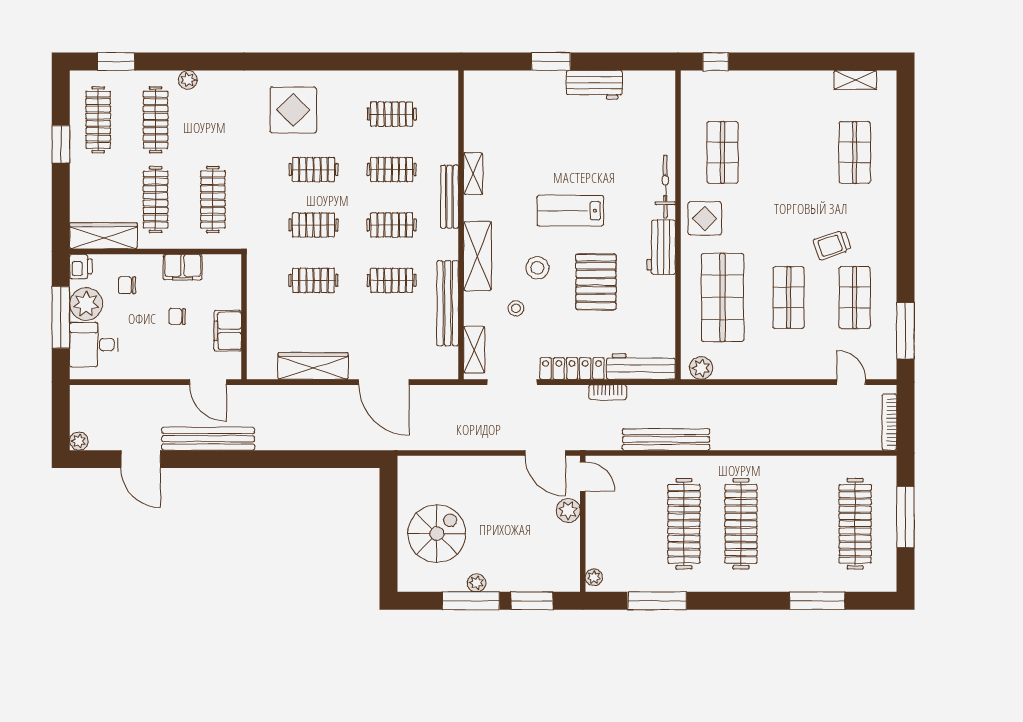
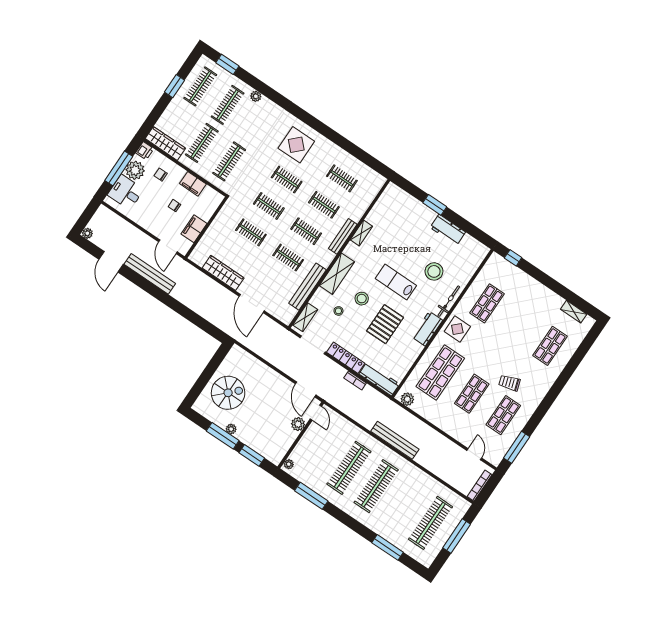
stool: (615, 158) -> (434, 271), added
bench: (666, 439) -> (395, 440), moved

